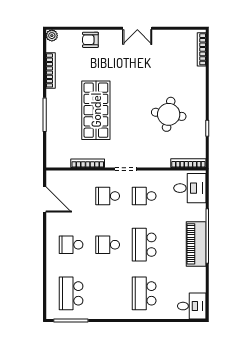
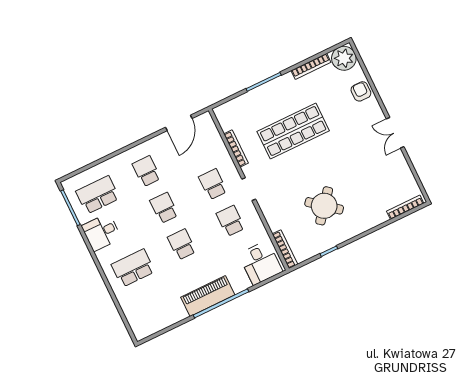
plant: (52, 36) -> (344, 58), width x1.87, depth x1.87
round table: (169, 114) -> (324, 206), turned 30
school desk: (144, 245) -> (182, 244), width x0.54
desk: (192, 306) -> (101, 232), moved, turned 90

